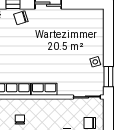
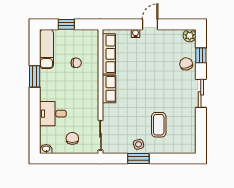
coffee table: (77, 43) -> (159, 125), added
window: (108, 77) -> (138, 159), moved

